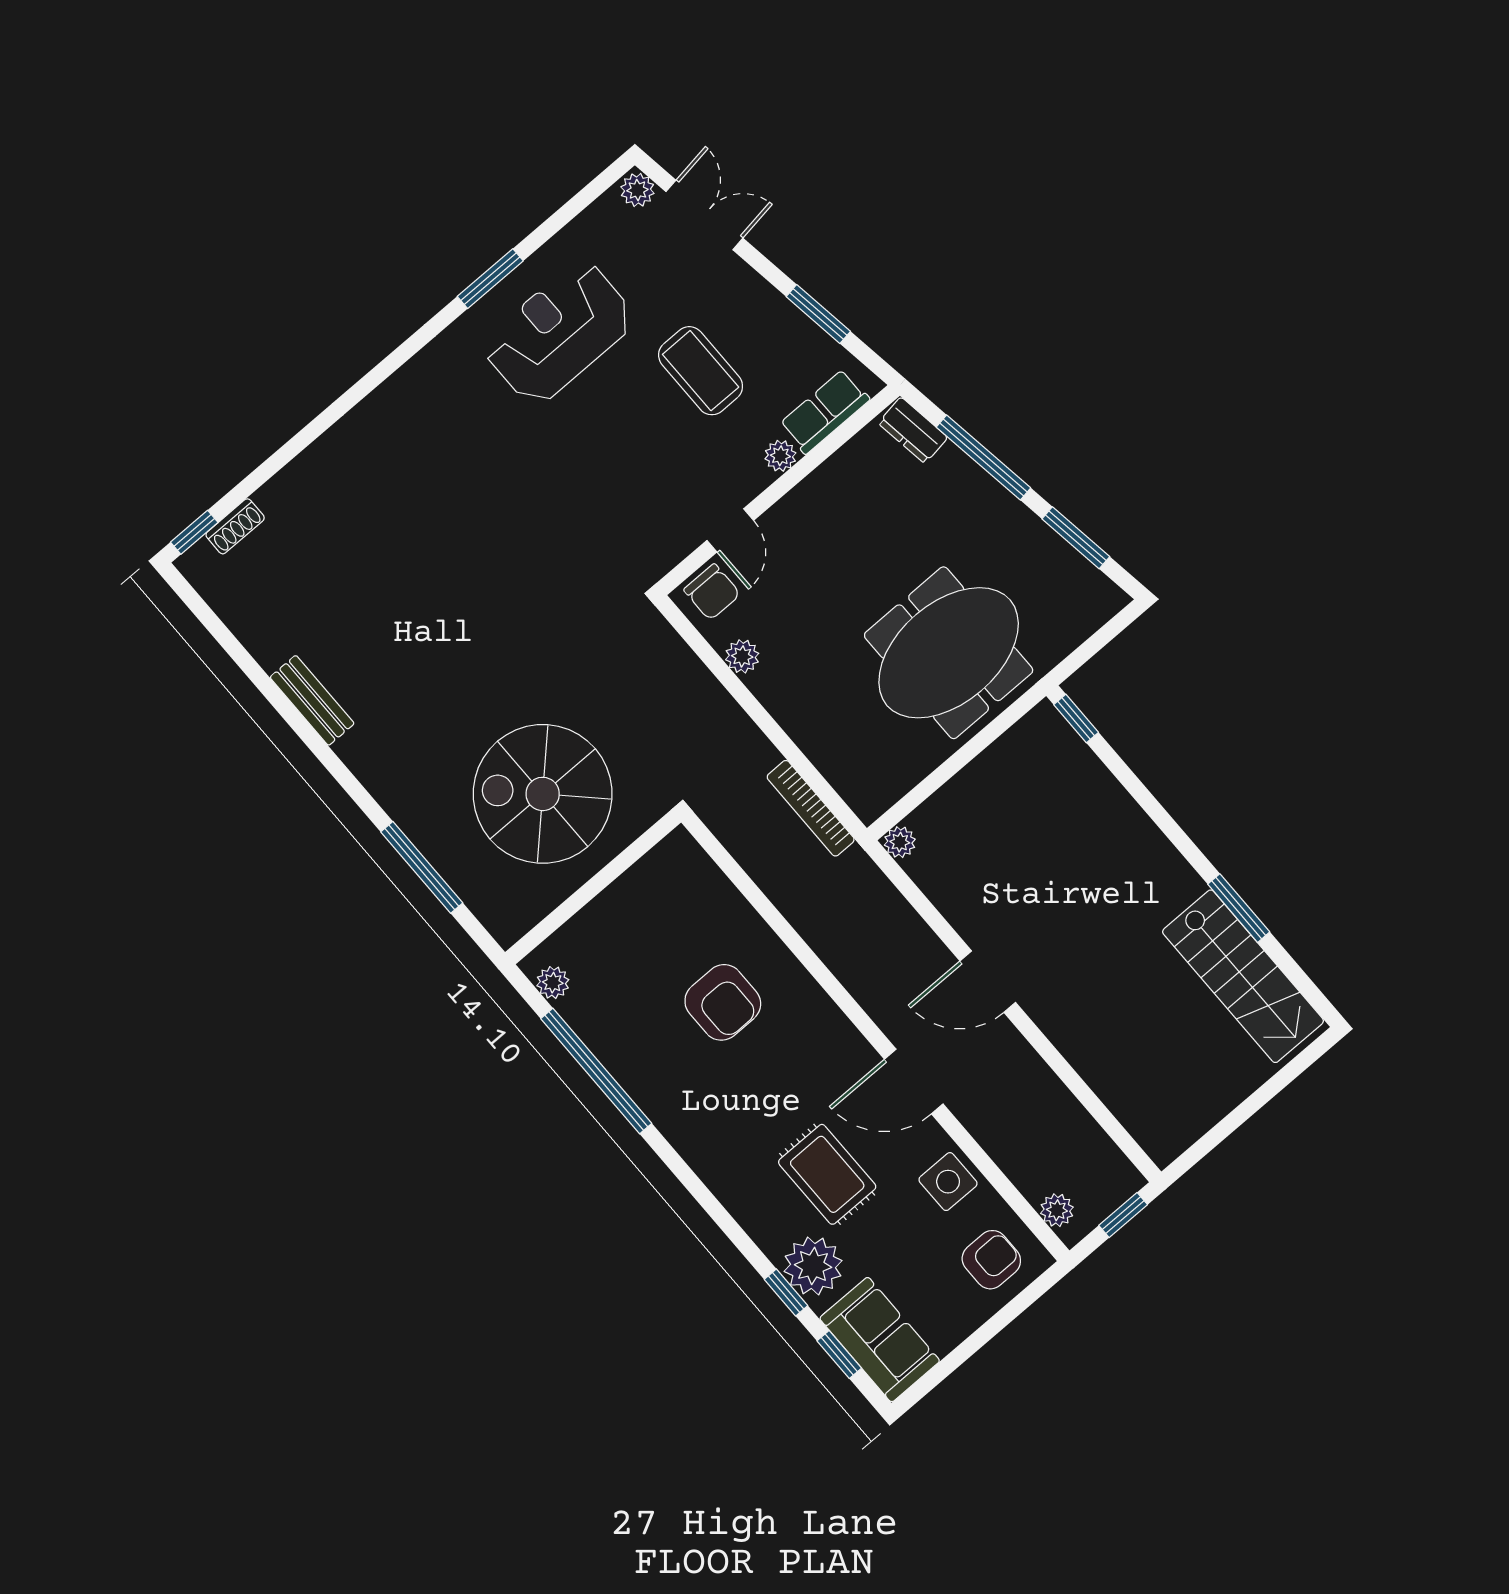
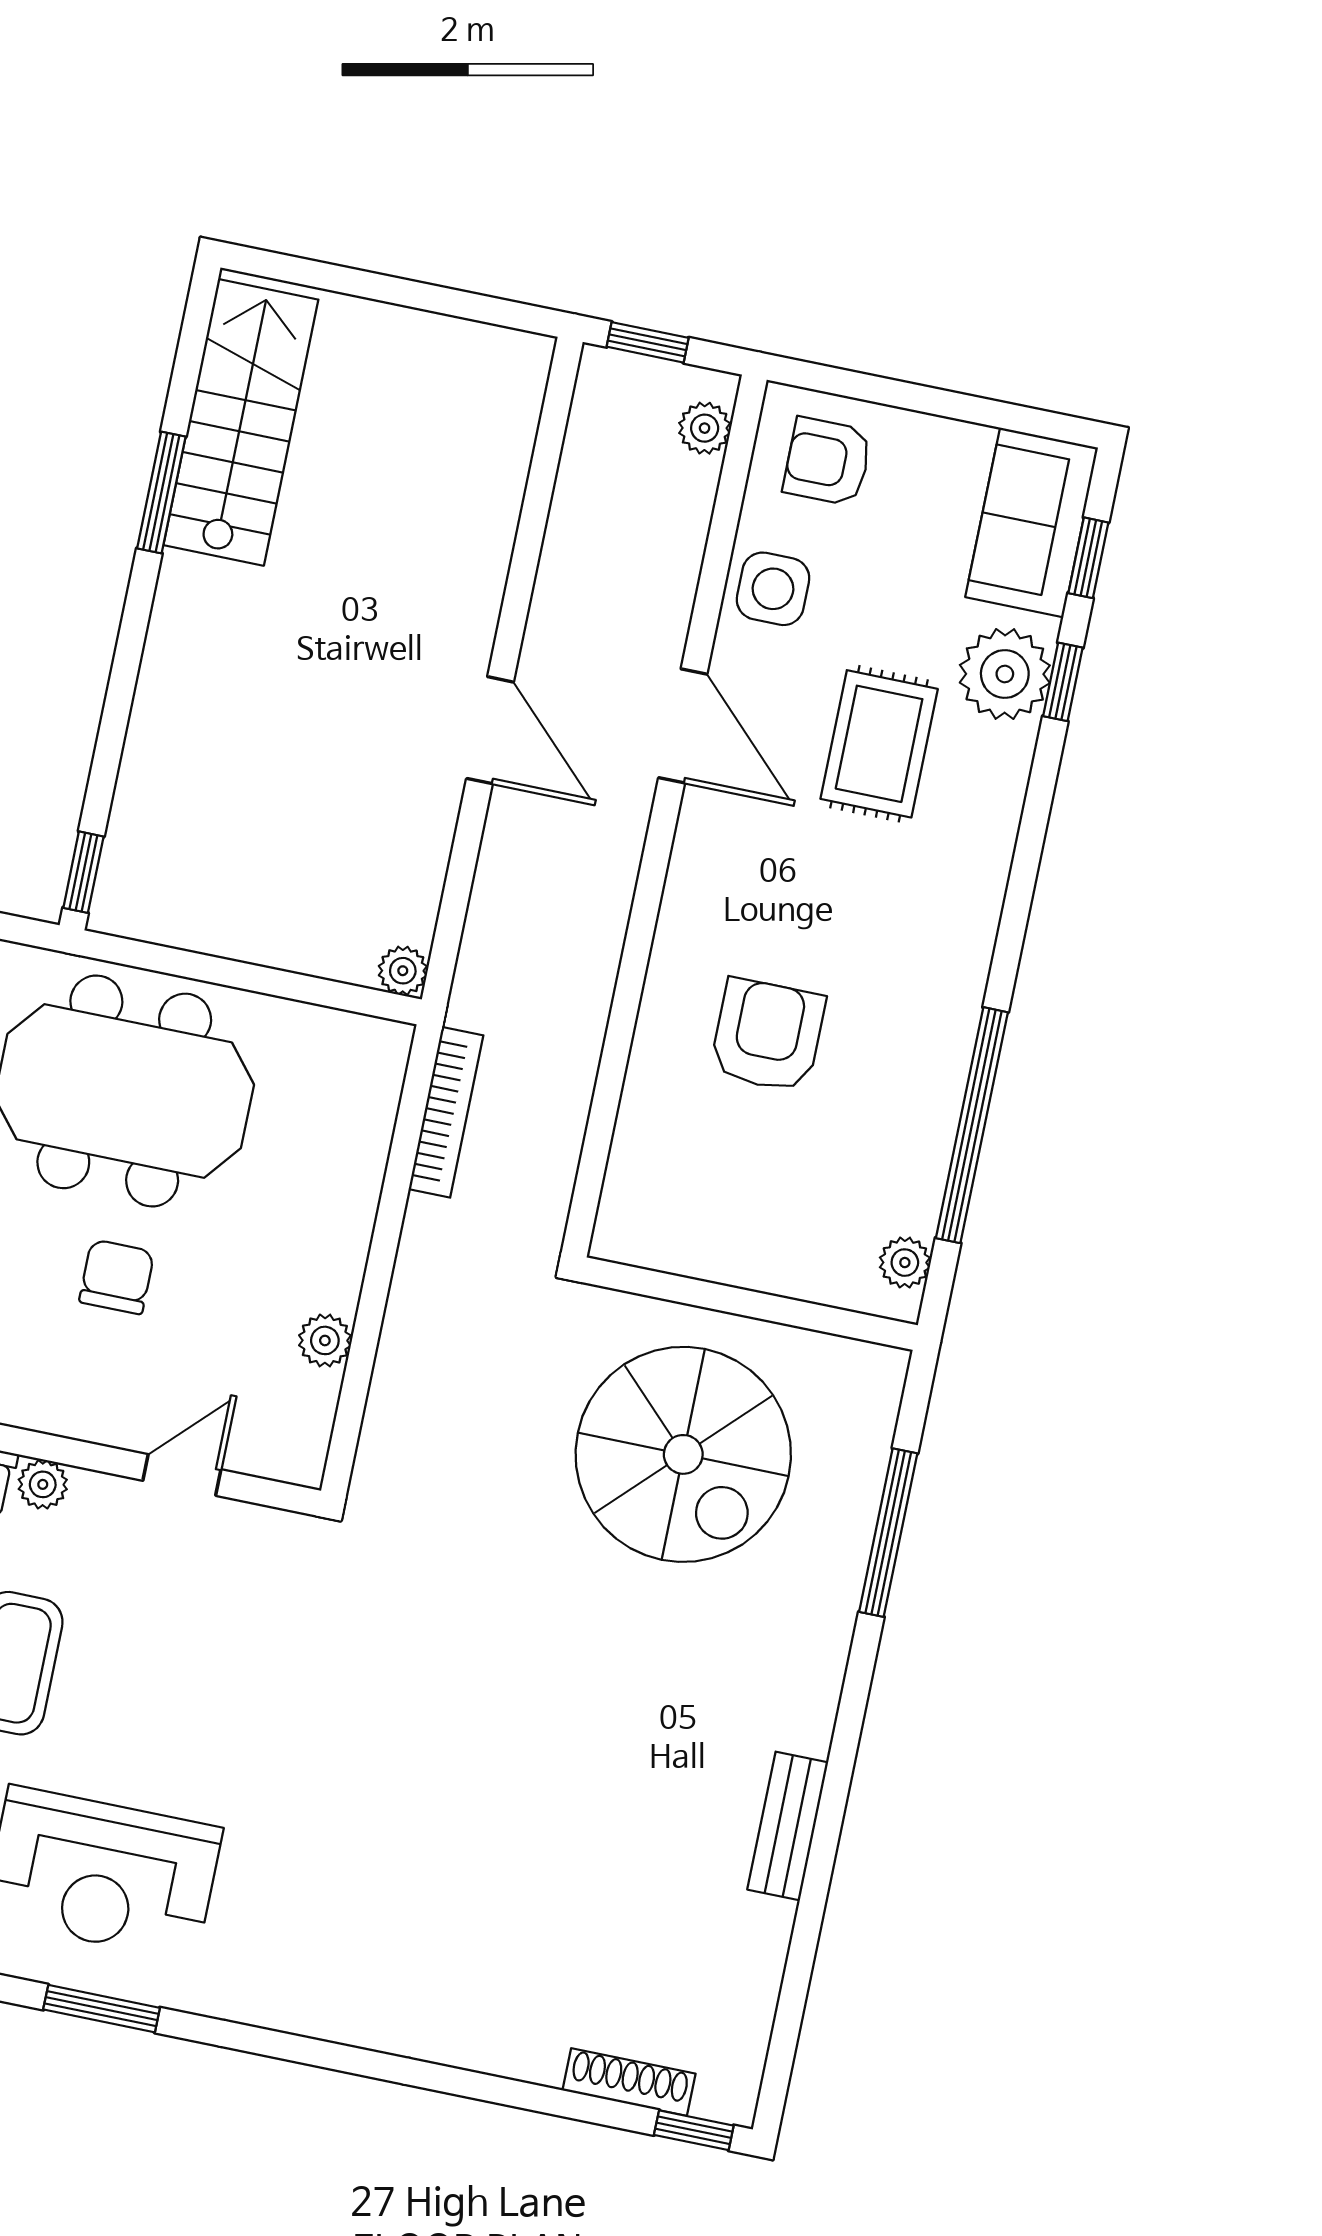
shoe rack: (235, 526) -> (629, 2082), width x1.43
chair: (712, 592) -> (117, 1277), moved

